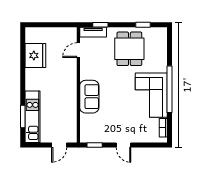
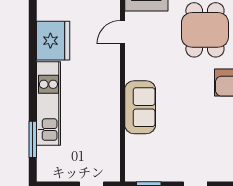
kitchen unit: (33, 117) -> (48, 104), moved

